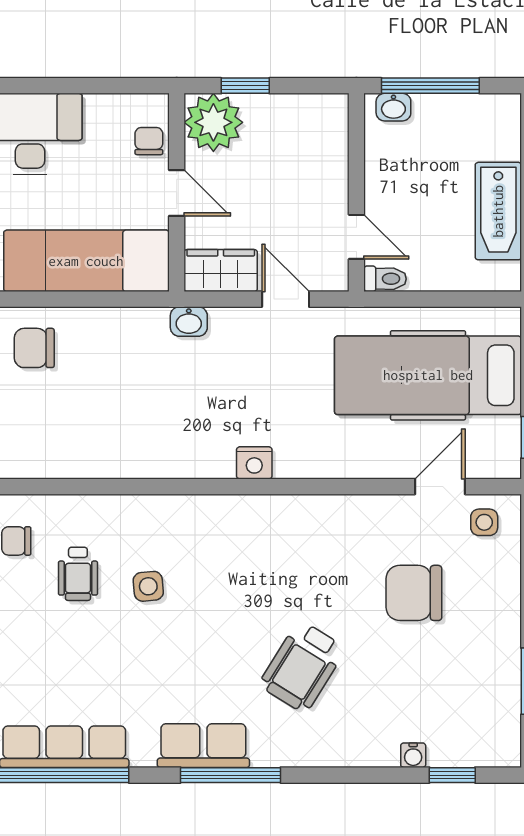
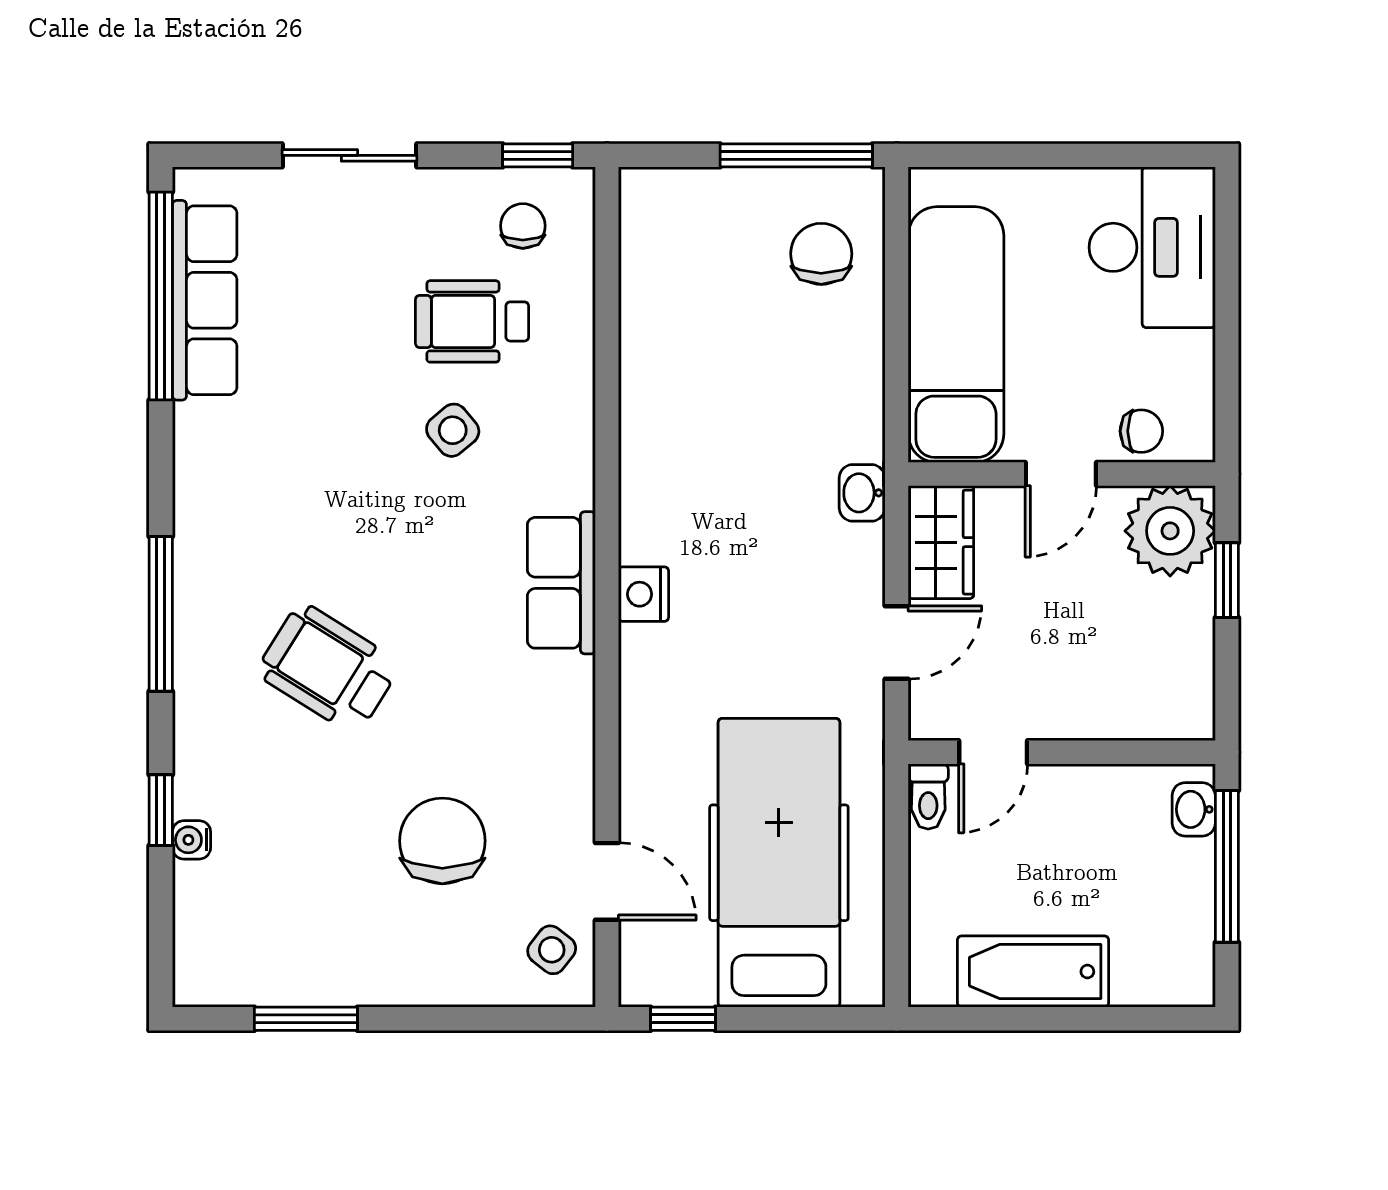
side table: (484, 522) -> (552, 950), turned 38
wheelchair: (78, 574) -> (472, 321), width x1.36, depth x1.37
side table: (148, 586) -> (453, 430), turned -35
row of seats: (203, 746) -> (561, 583), moved, turned 180
window: (231, 775) -> (161, 614), moved
window: (452, 775) -> (161, 810), moved

